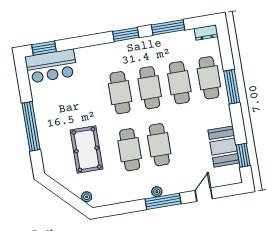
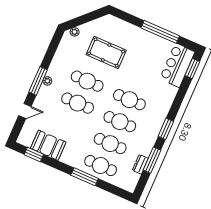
dresser: (206, 33) -> (140, 164), moved
window: (31, 126) -> (160, 32), moved
door: (204, 195) -> (25, 111), hinge flipped

